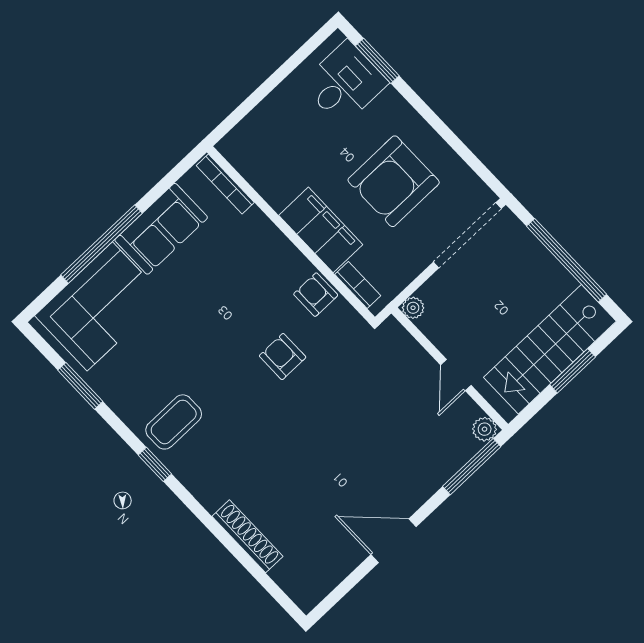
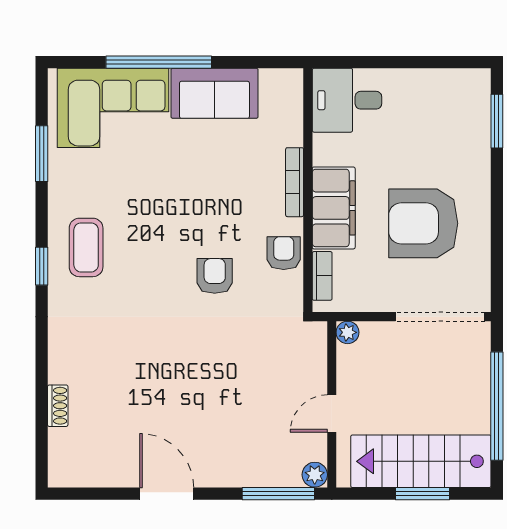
desk: (345, 83) -> (347, 100), moved, turned 180
bookcase: (225, 184) -> (295, 182), moved
coffee table: (174, 422) -> (86, 247), turned 90
shoe rack: (248, 536) -> (58, 406), width x0.51, depth x0.81

